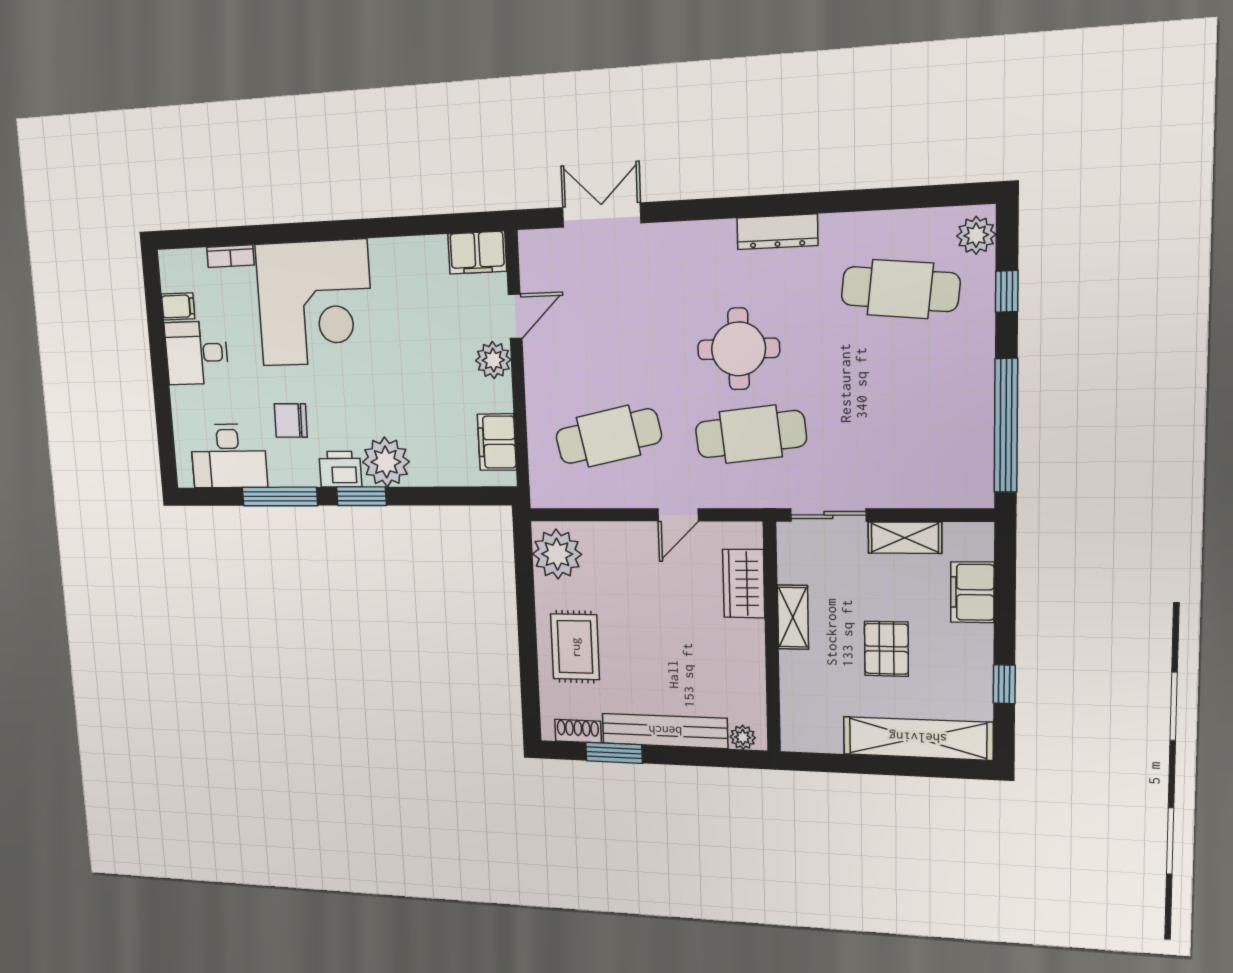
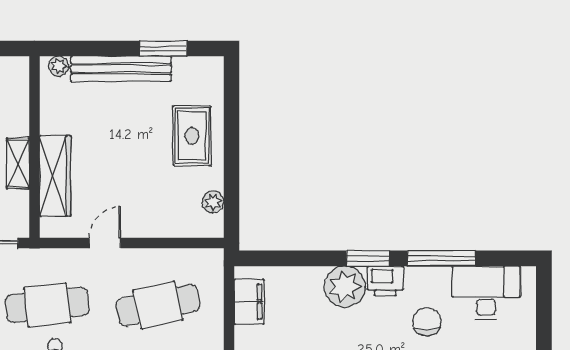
chair: (291, 420) -> (427, 322), turned -91
plant: (557, 554) -> (213, 202), width x0.53, depth x0.53
wardrobe: (744, 584) -> (55, 176), width x1.50
shoe rack: (578, 731) -> (192, 65), removed

